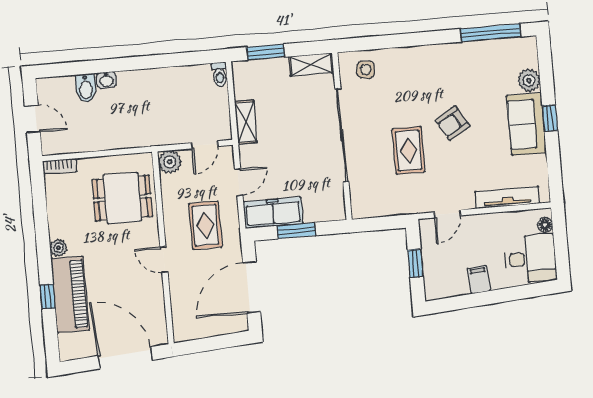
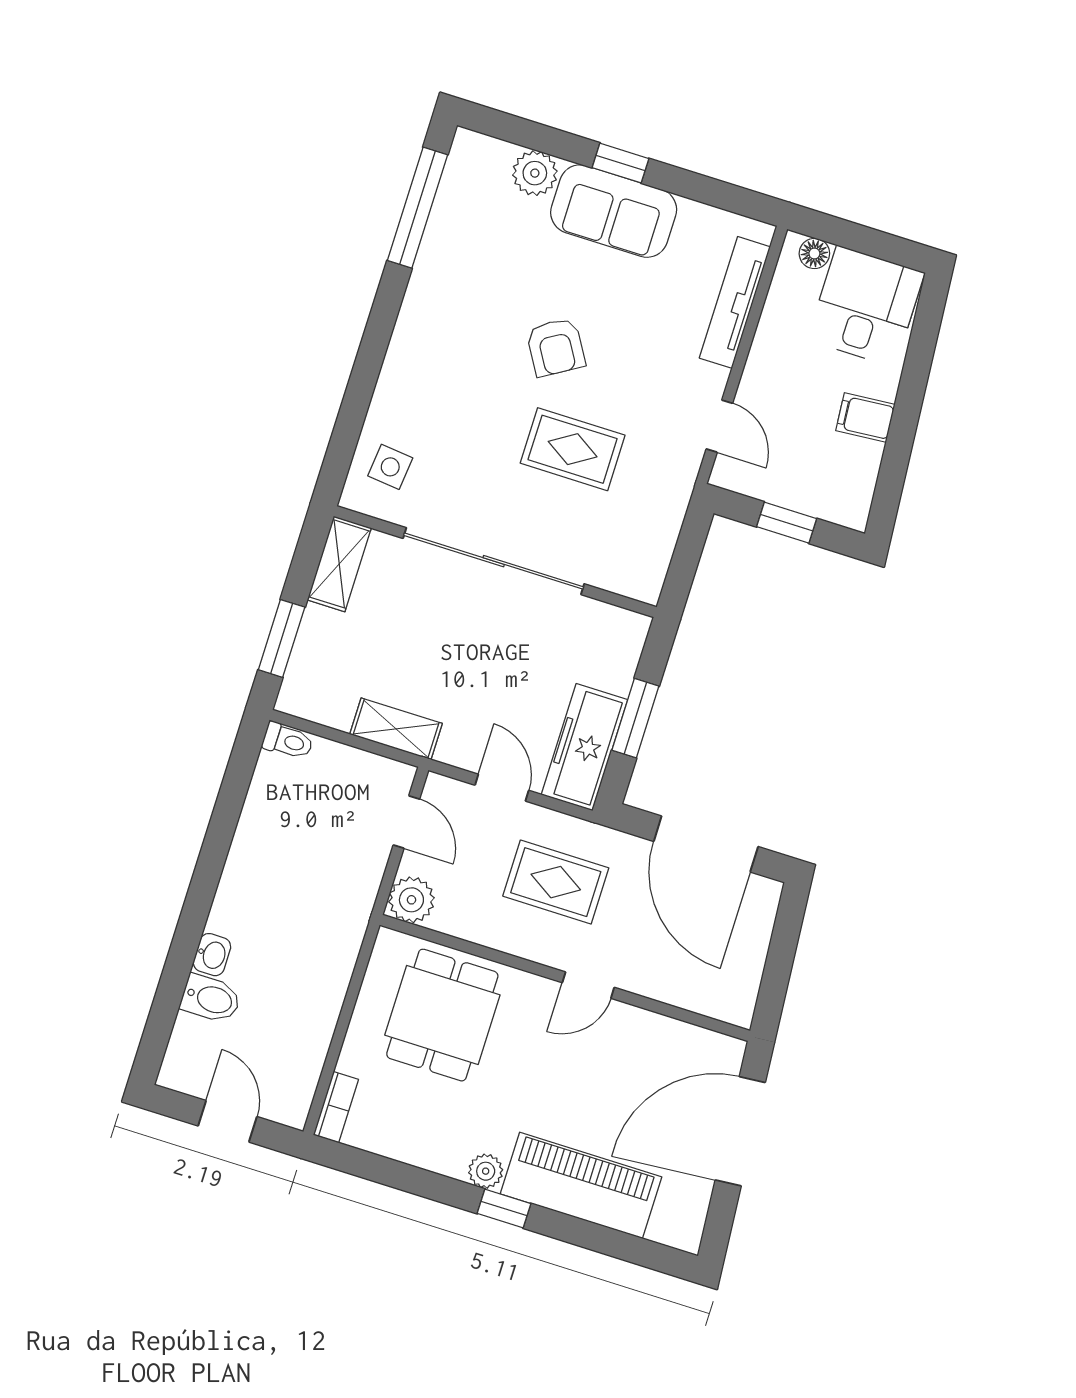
door: (32, 119) -> (228, 1121), hinge flipped
window: (48, 297) -> (504, 1209), moved

